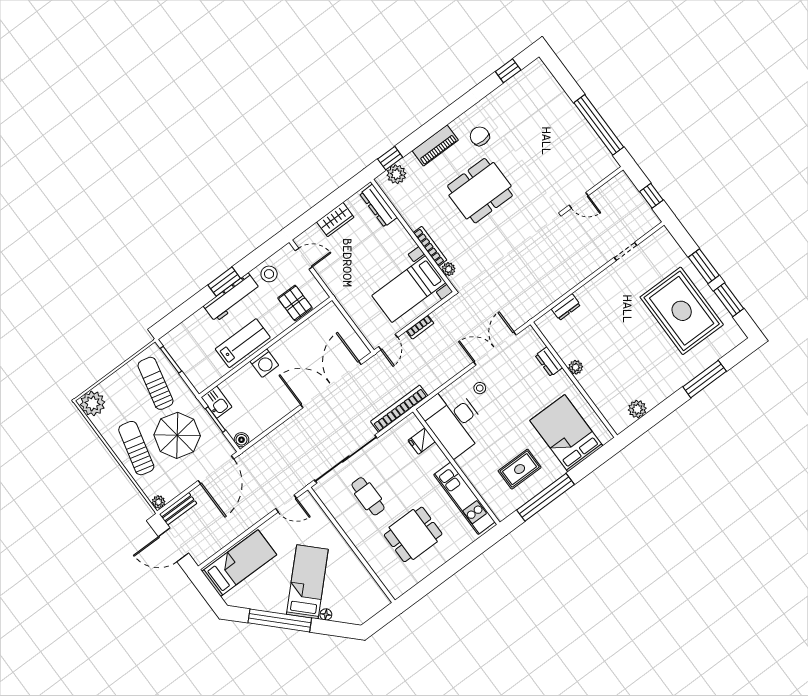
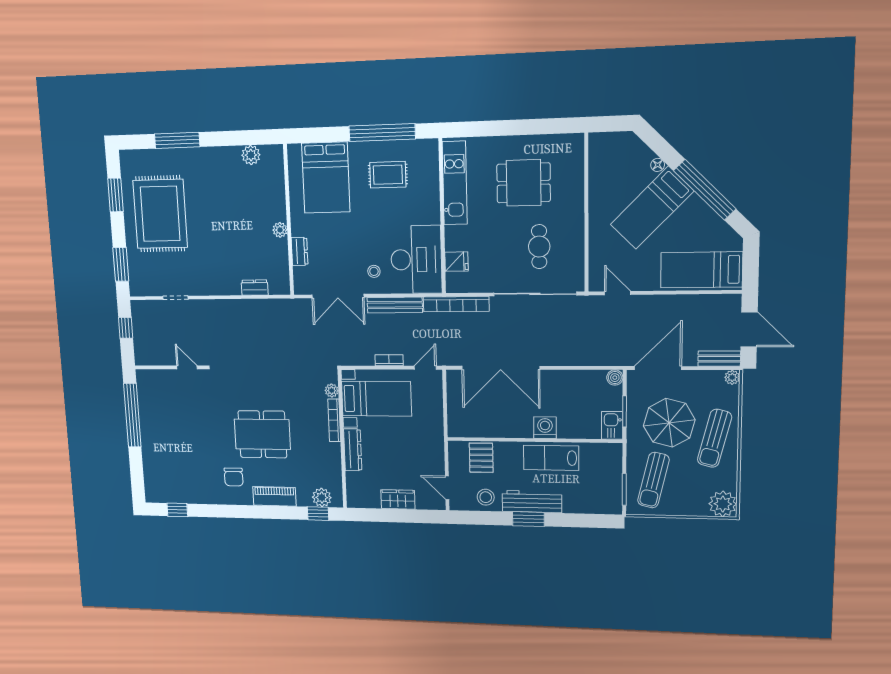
dresser: (378, 206) -> (353, 450), moved
window: (704, 266) -> (121, 264), moved
bench: (446, 374) -> (395, 305), added

